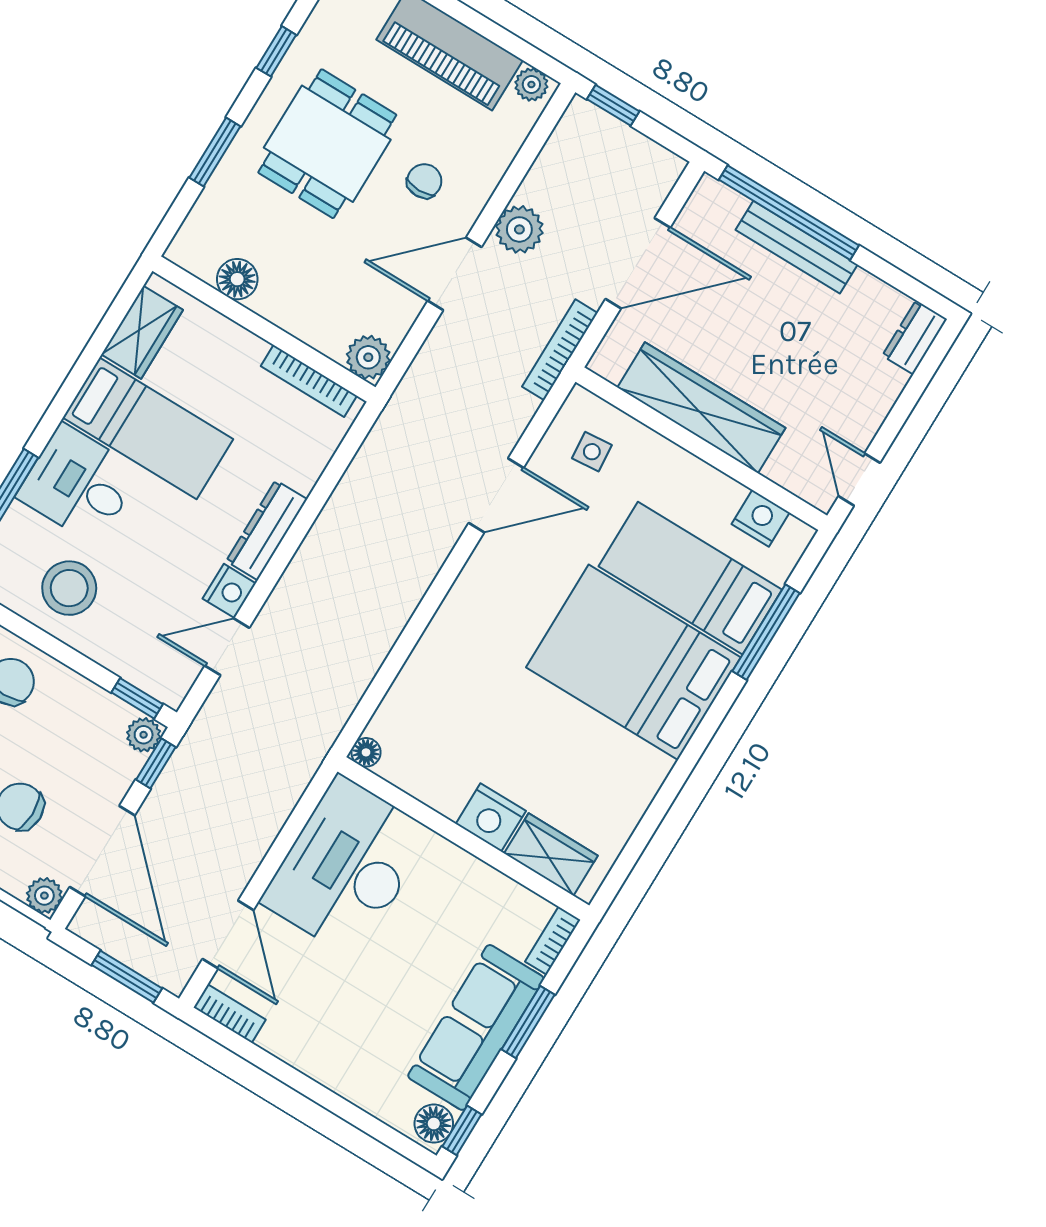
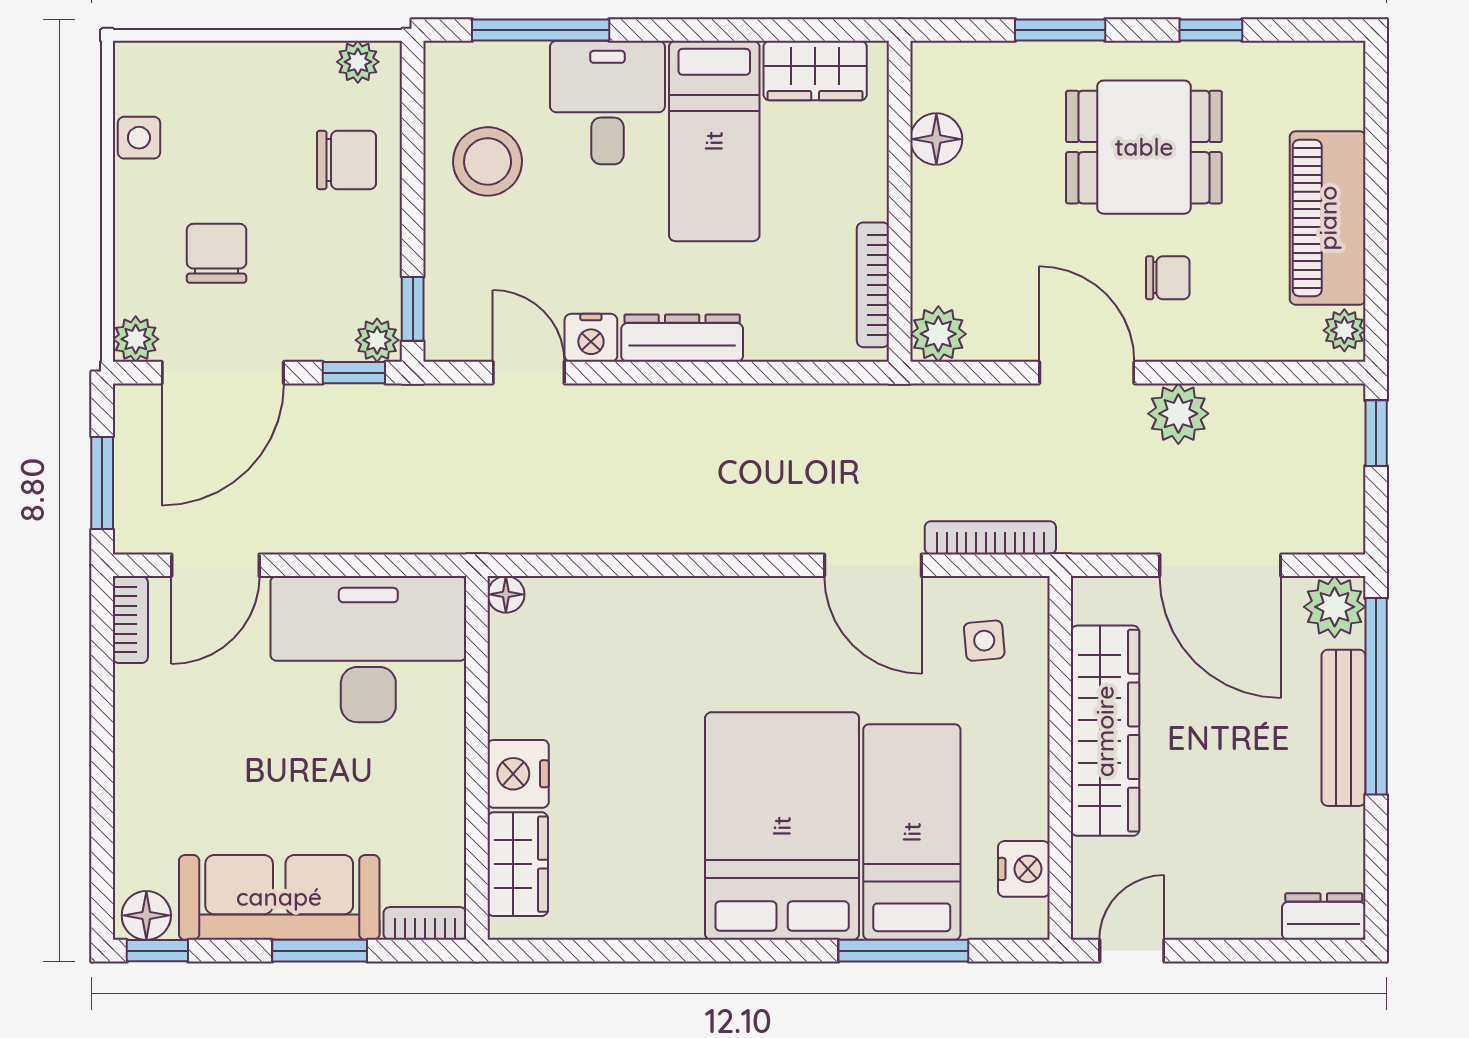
plant: (712, 204) -> (1335, 607), added
bookcase: (560, 350) -> (990, 538), moved

